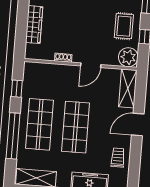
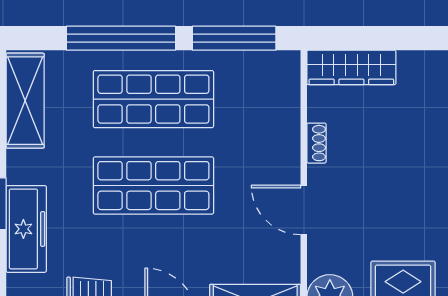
wardrobe: (34, 25) -> (351, 67), moved
window: (17, 89) -> (234, 38), width x2.17

